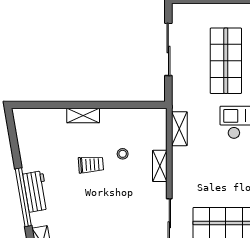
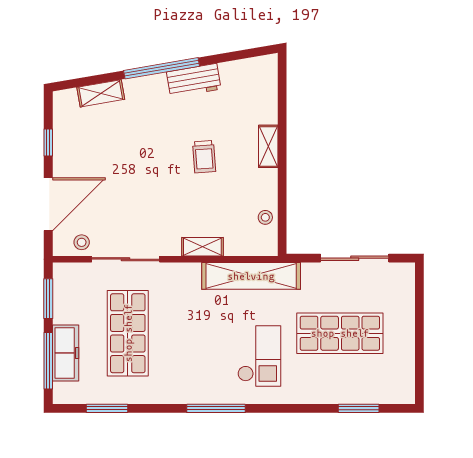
shelving: (179, 129) -> (251, 276), width x2.20, depth x1.33
stool: (123, 154) -> (265, 217), moved
workbench: (36, 191) -> (194, 81), moved

